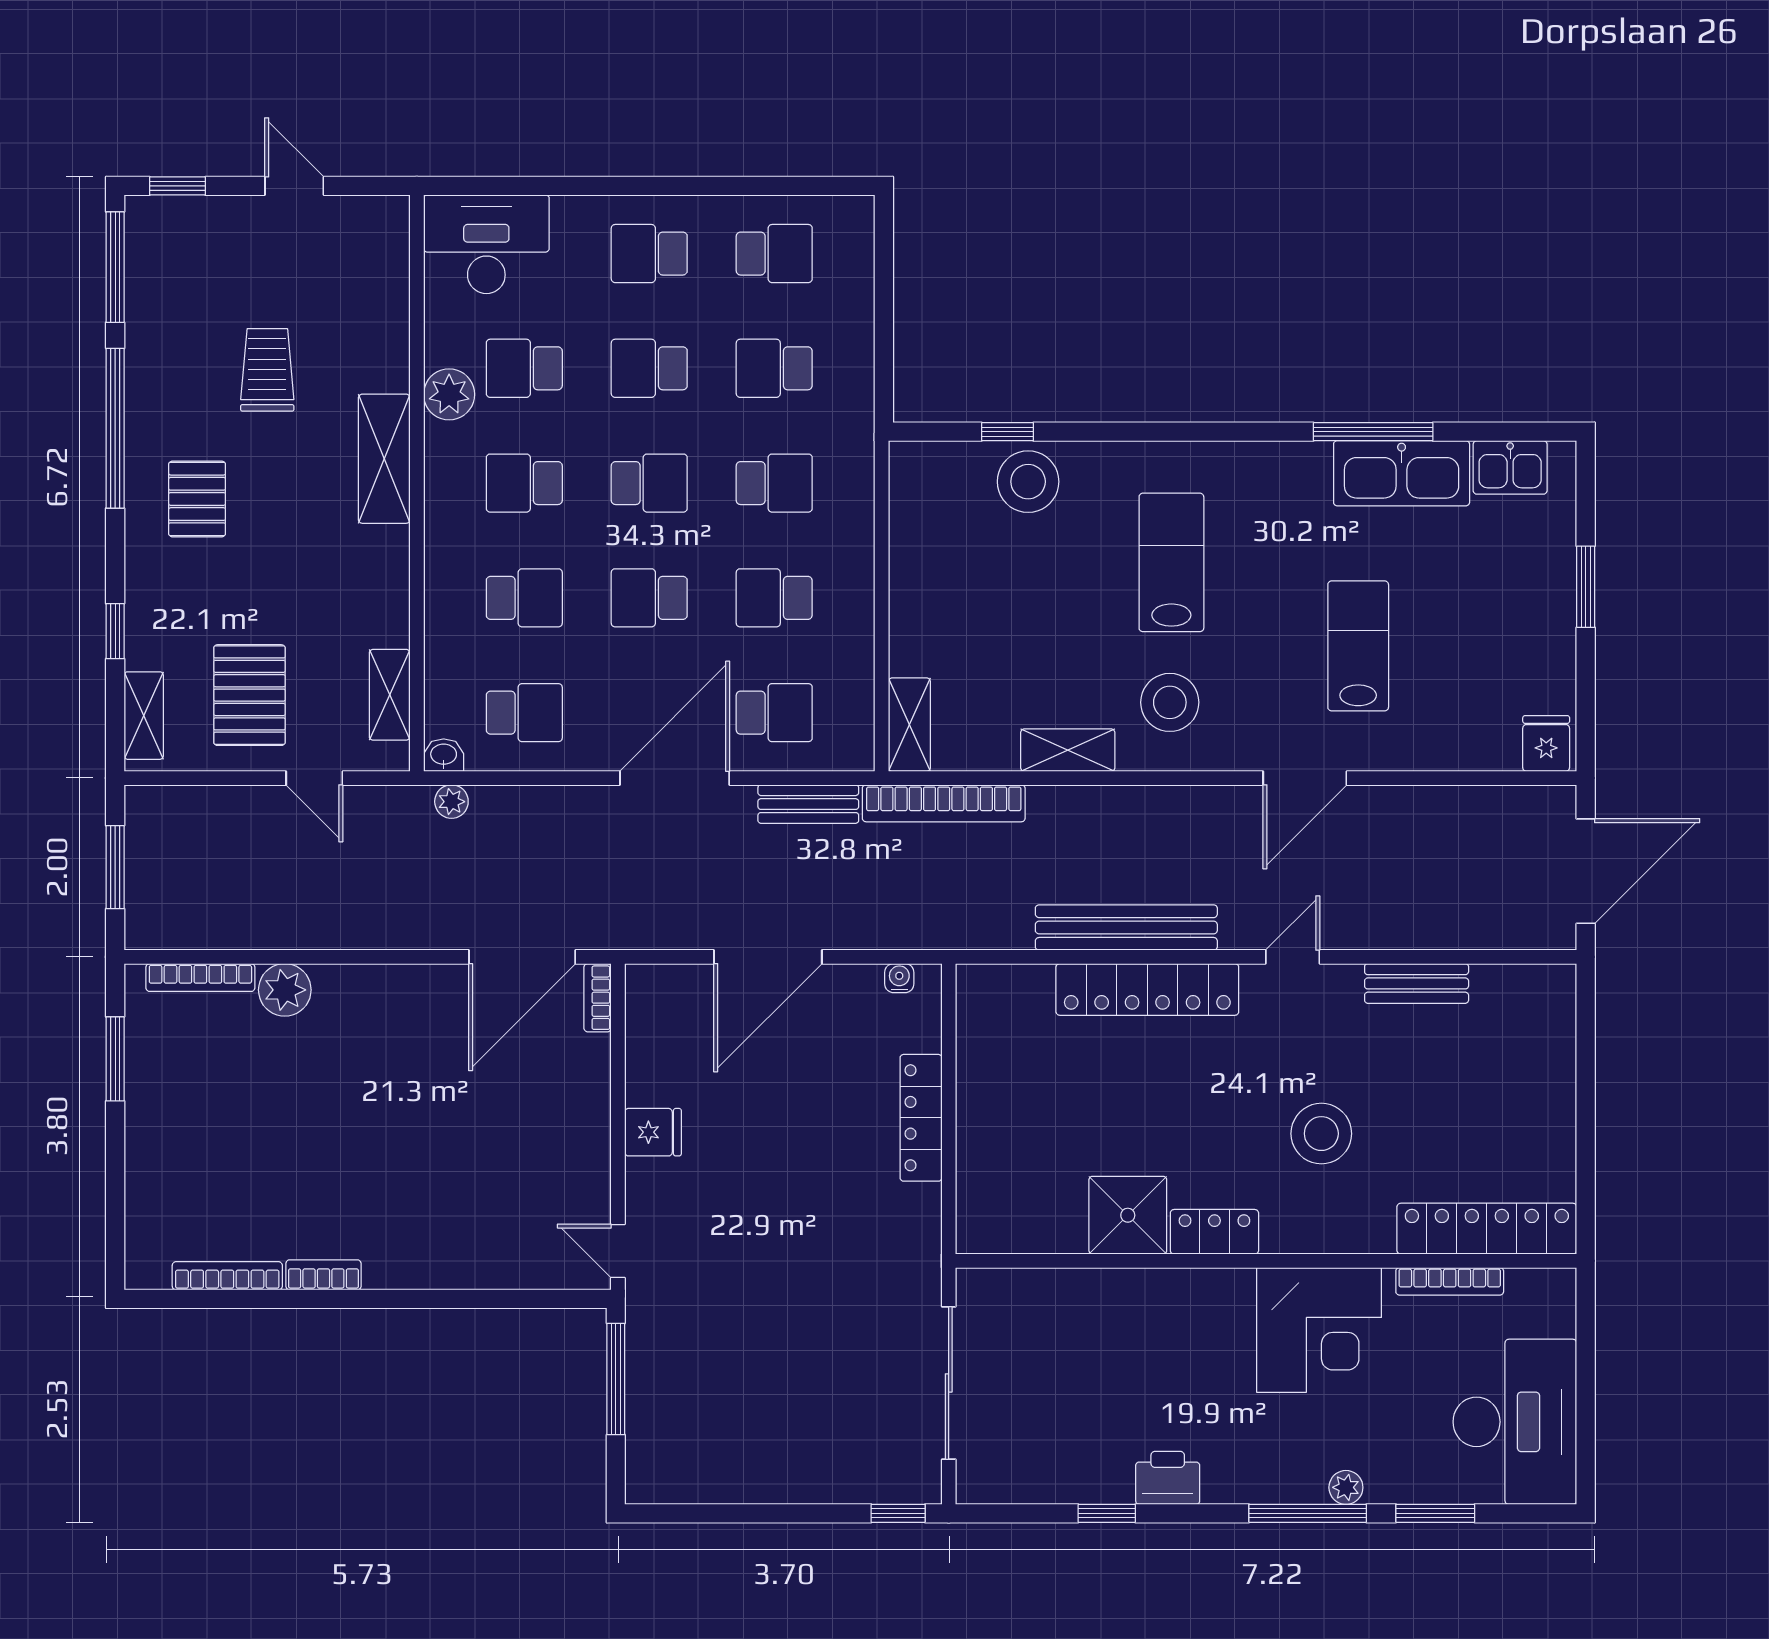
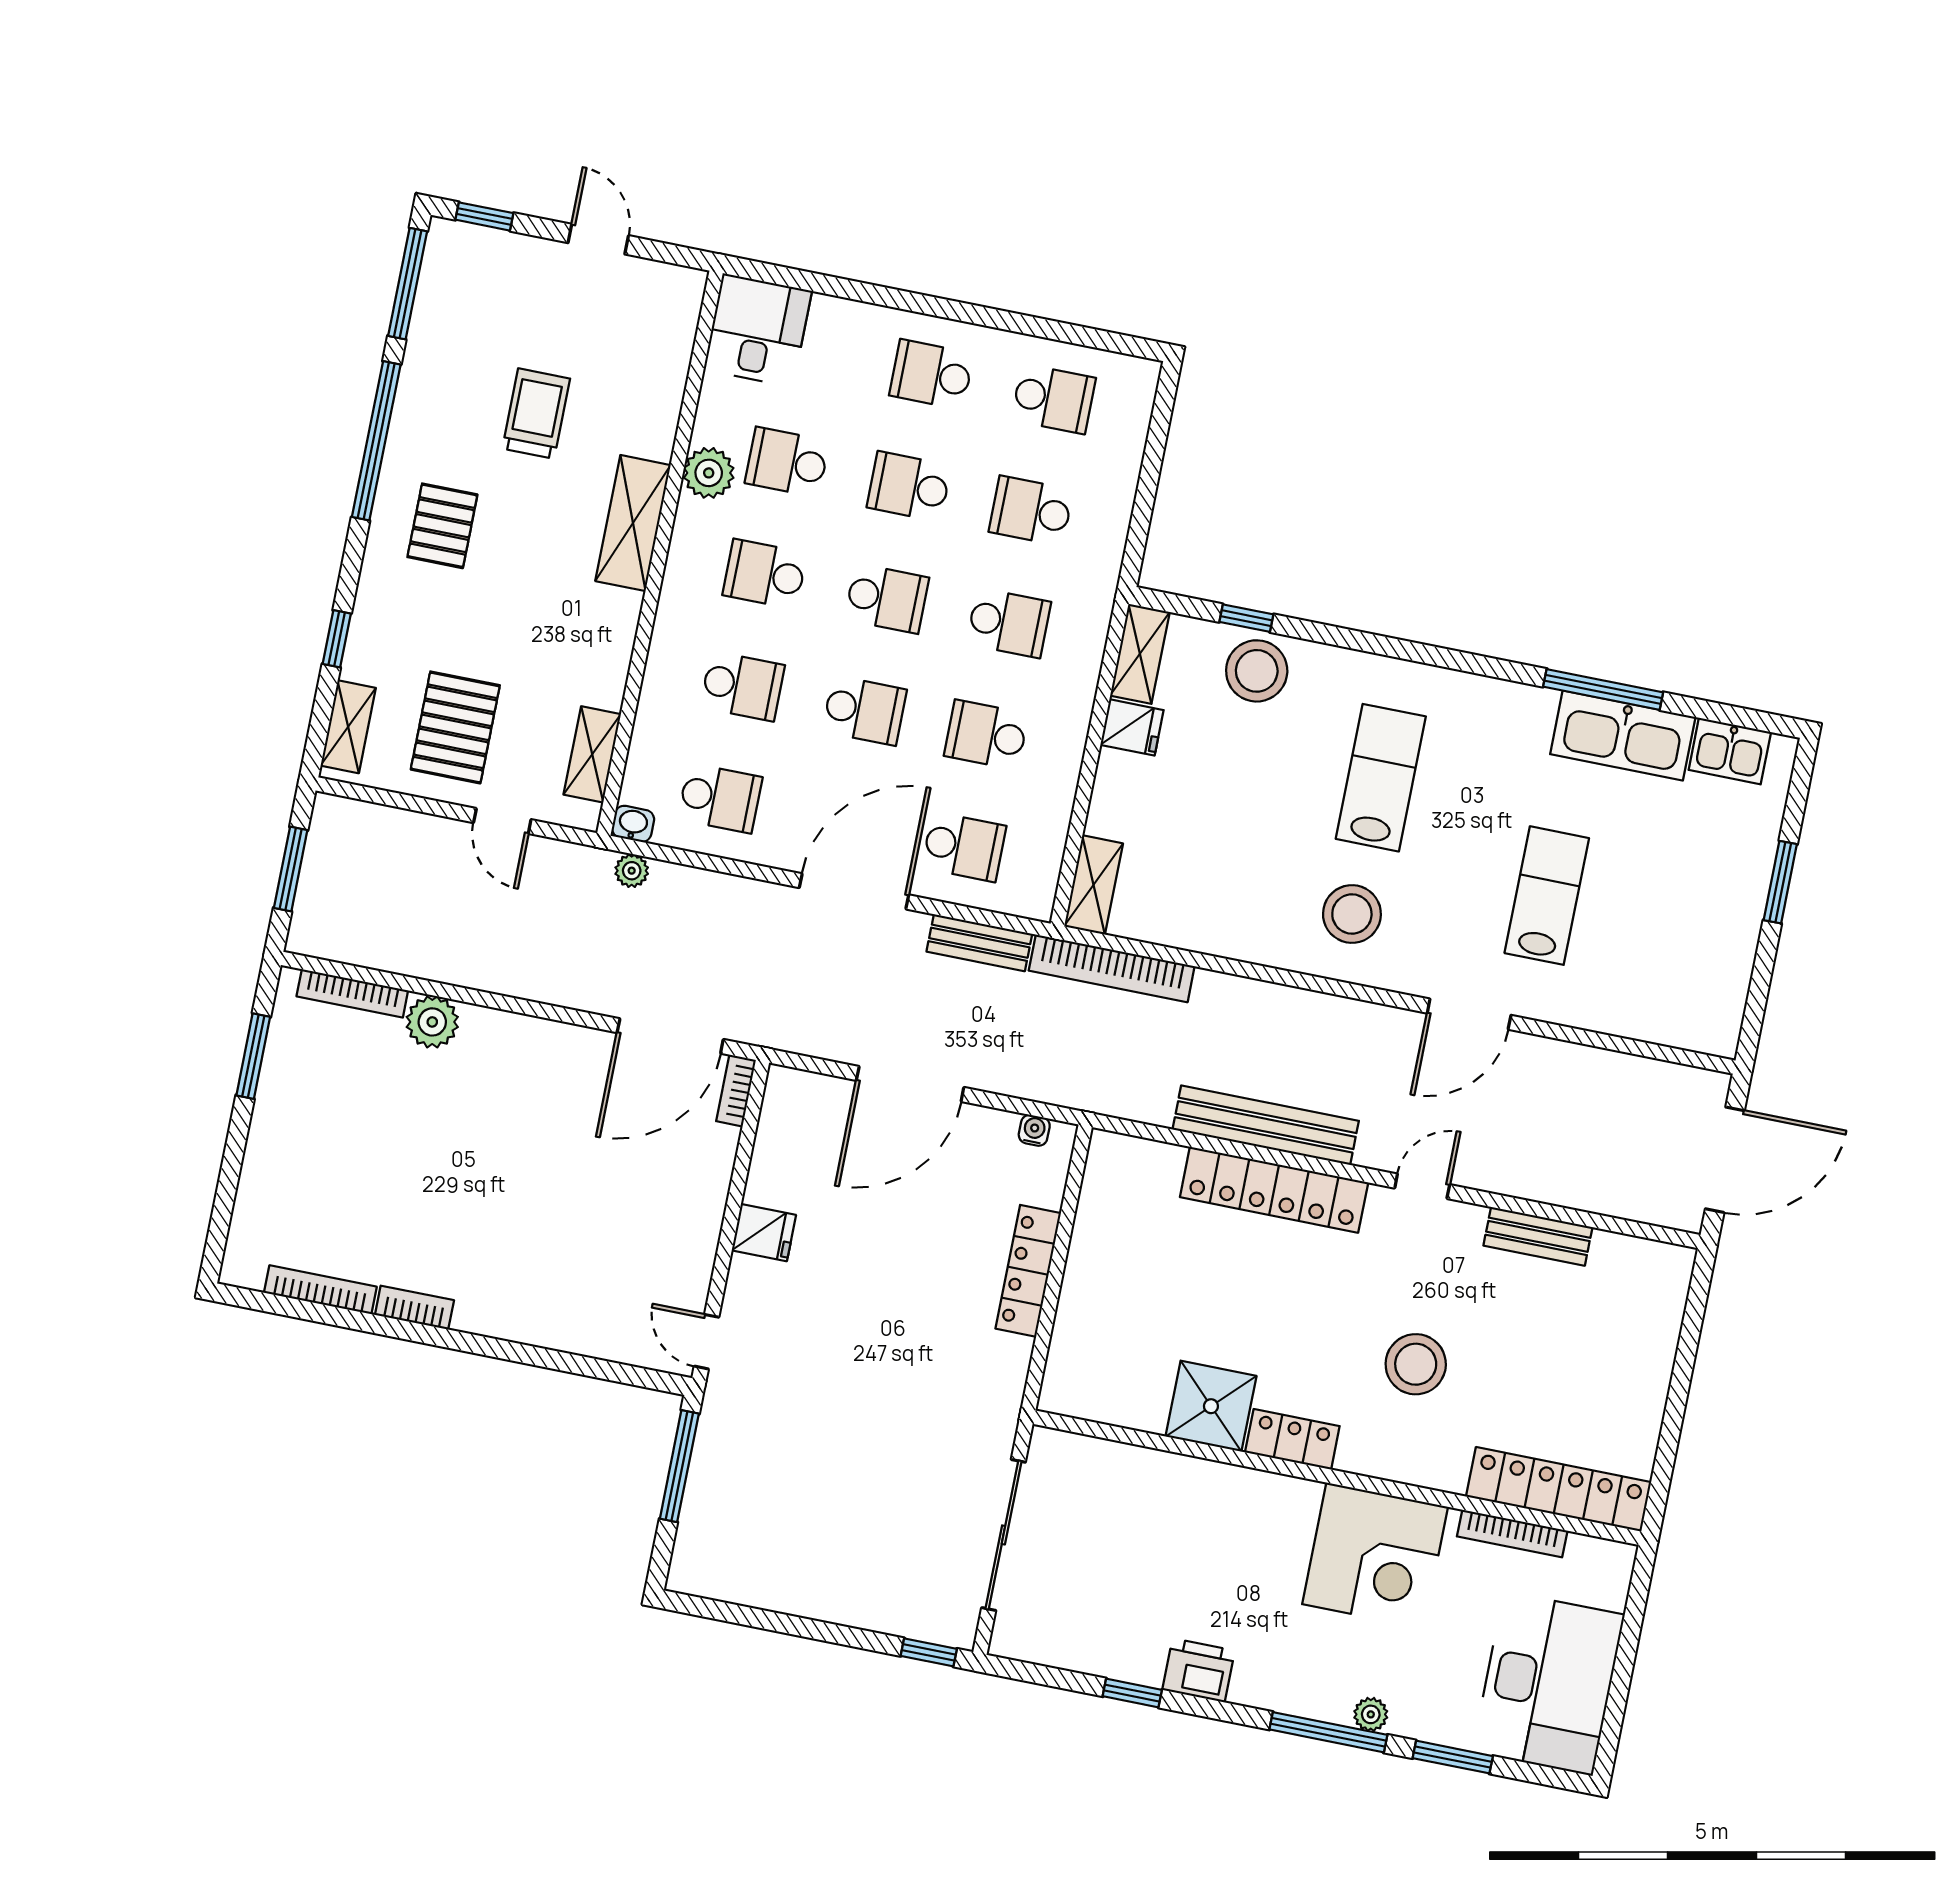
desk: (486, 244) -> (758, 330), width x0.73
school desk: (649, 598) -> (864, 710), turned 180
fridge: (1546, 743) -> (1132, 727), moved, turned 90
shelving: (1068, 750) -> (1140, 654), moved, turned 90

